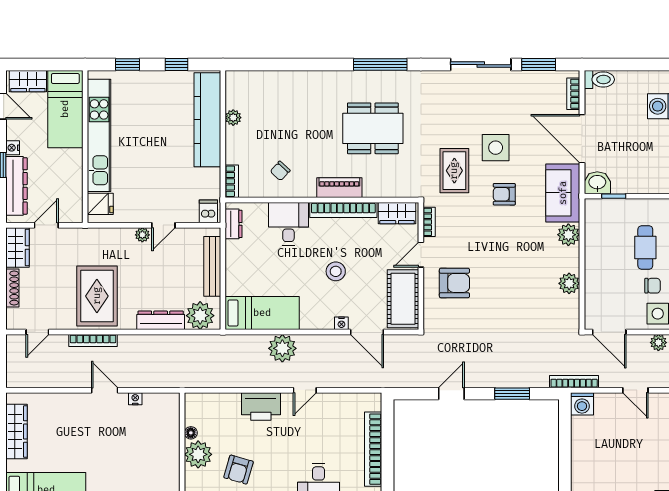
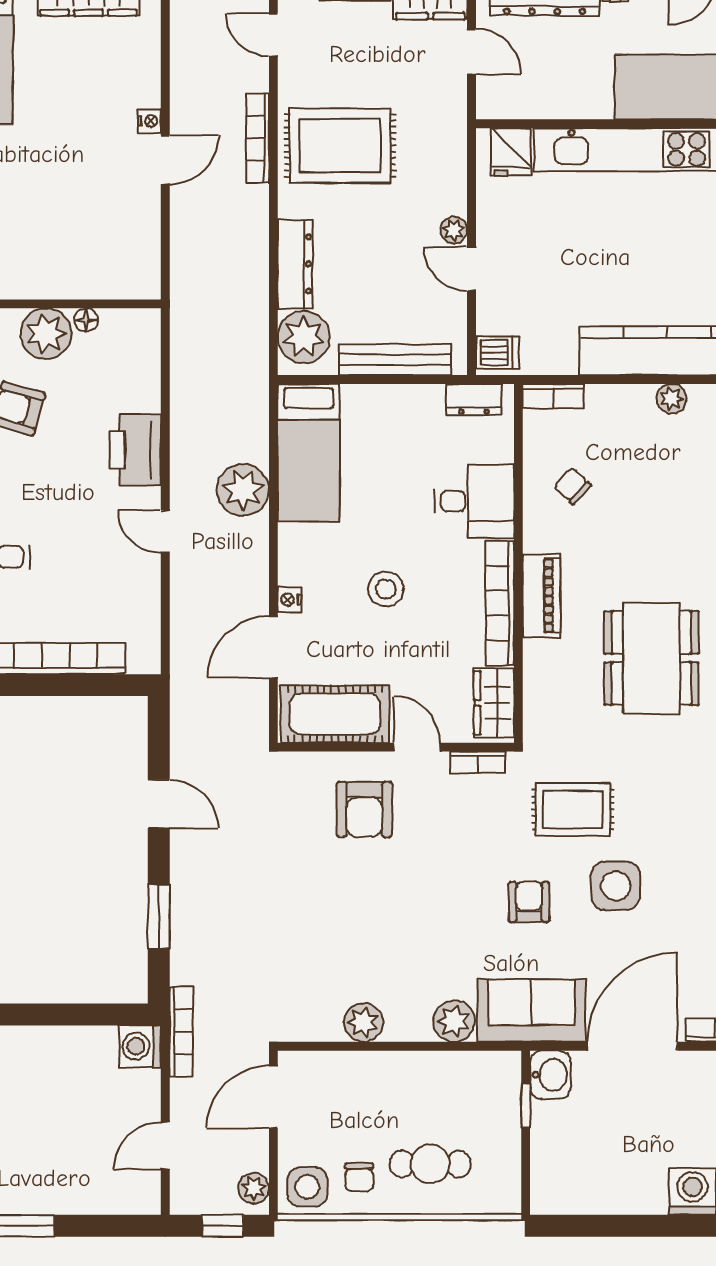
nightstand: (135, 399) -> (149, 121), moved

